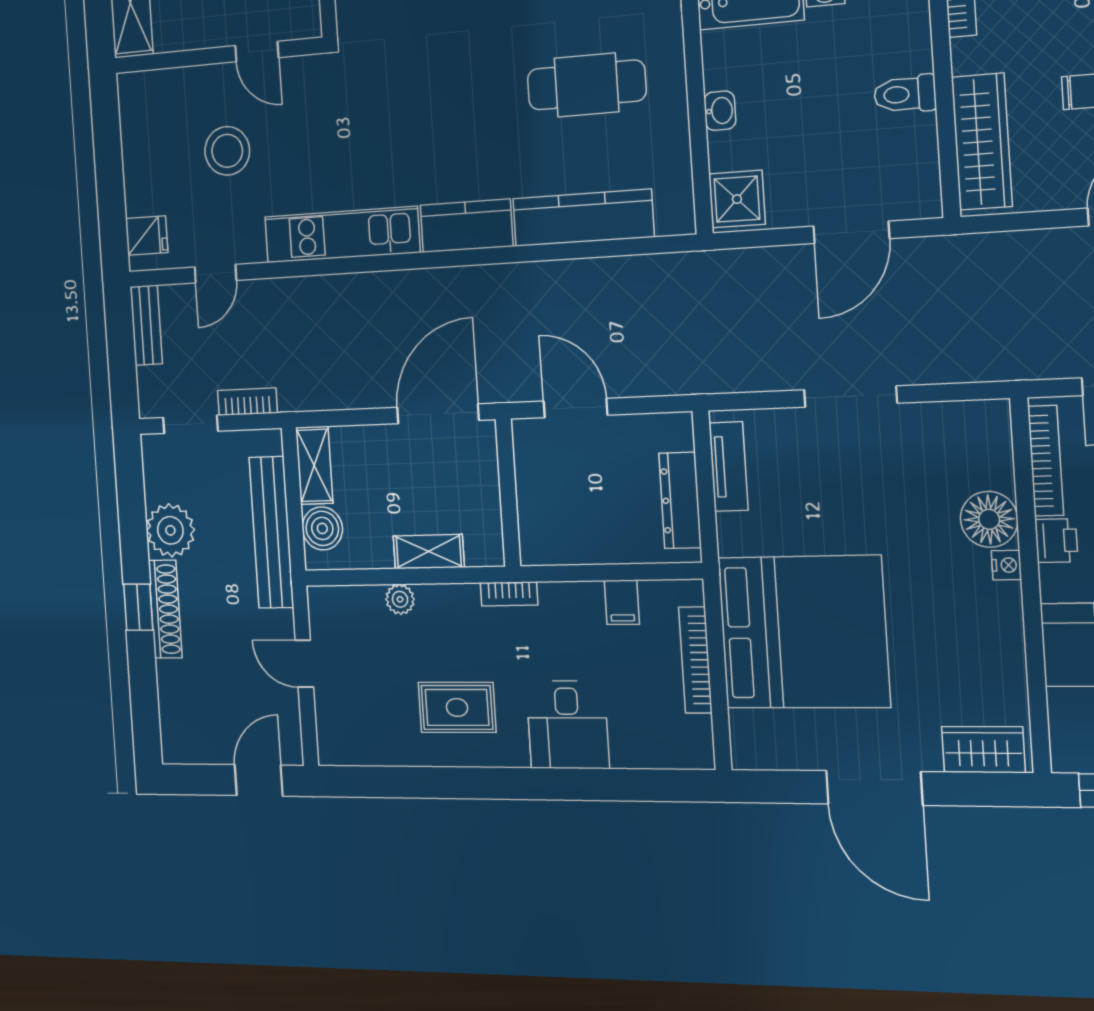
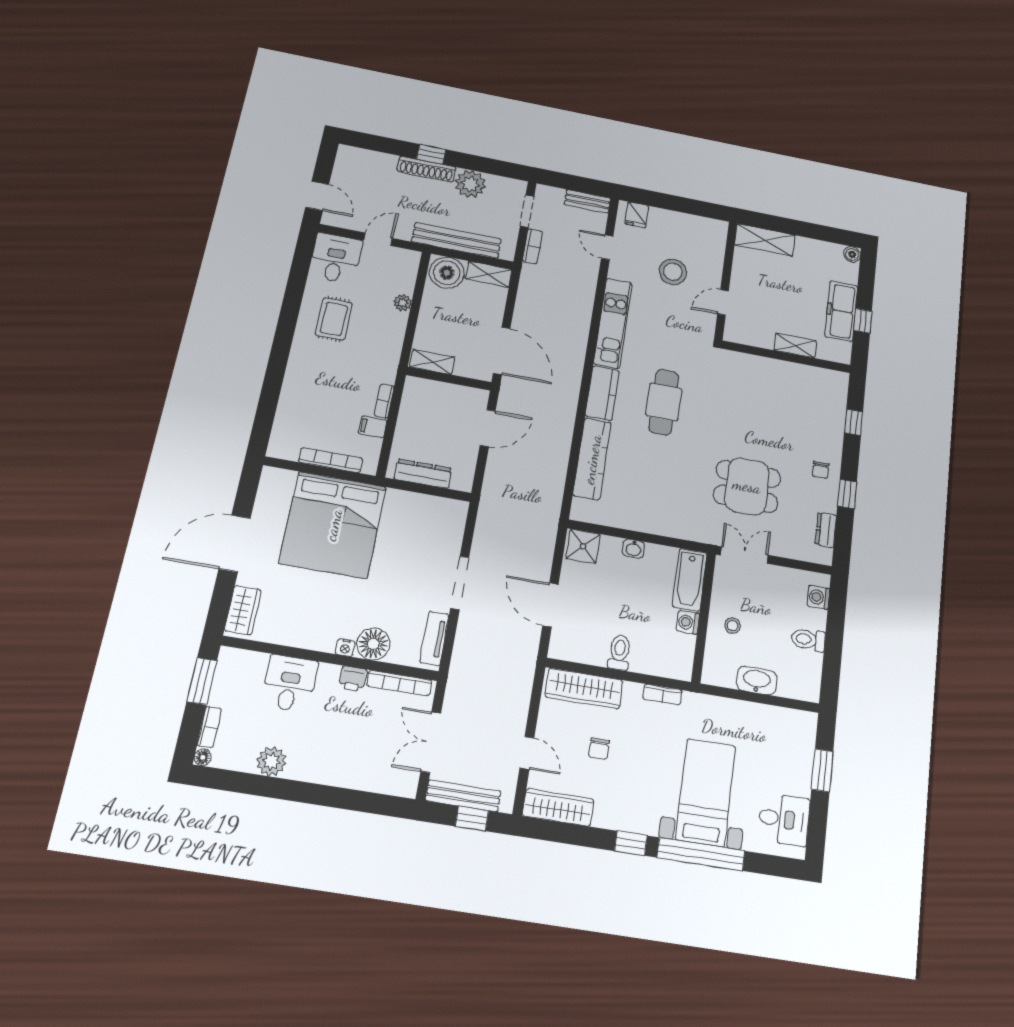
cafe table: (587, 85) -> (664, 402), moved
tv unit: (728, 467) -> (435, 638), moved, turned 90
boiler: (322, 528) -> (447, 273), width x1.37, depth x1.37
shelving: (429, 552) -> (432, 362), moved, turned 90
bookcase: (509, 594) -> (384, 401), moved
desk: (568, 725) -> (336, 258), moved, turned 90

